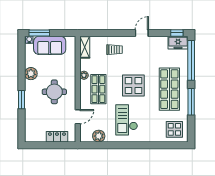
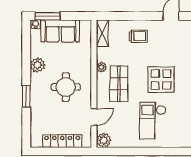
plant: (99, 136) -> (104, 140), moved
locker: (57, 137) -> (62, 141), width x1.53

